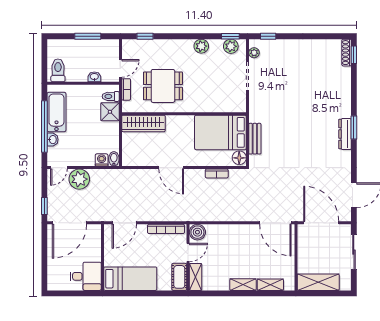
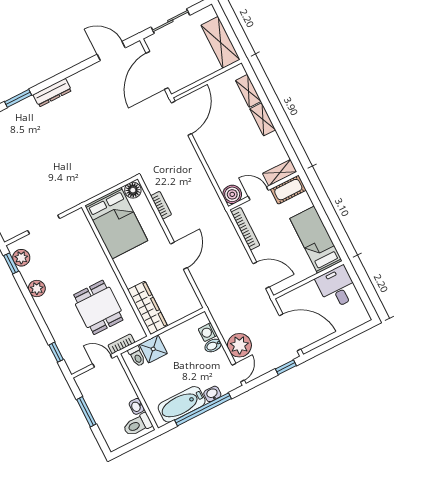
plant: (254, 53) -> (16, 230), removed
washbasin: (94, 77) -> (137, 406), moved
window: (354, 128) -> (18, 98), moved
bench: (255, 139) -> (105, 184), removed
bidet: (114, 159) -> (213, 345), moved
door: (59, 168) -> (238, 373), hinge flipped

